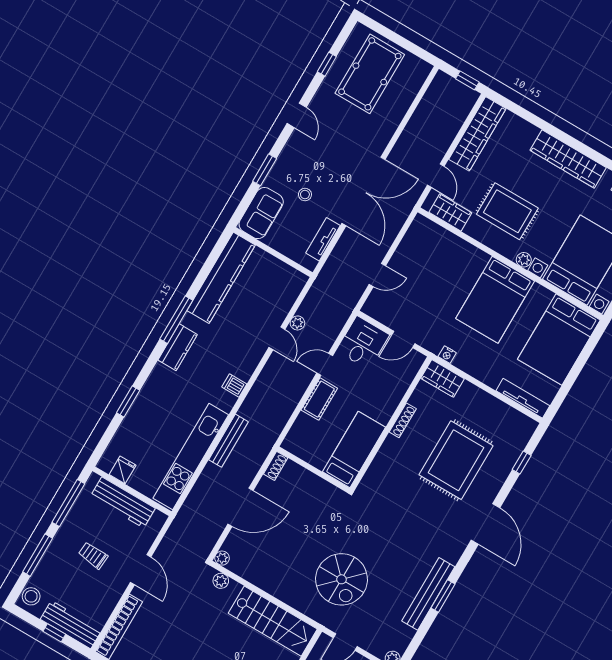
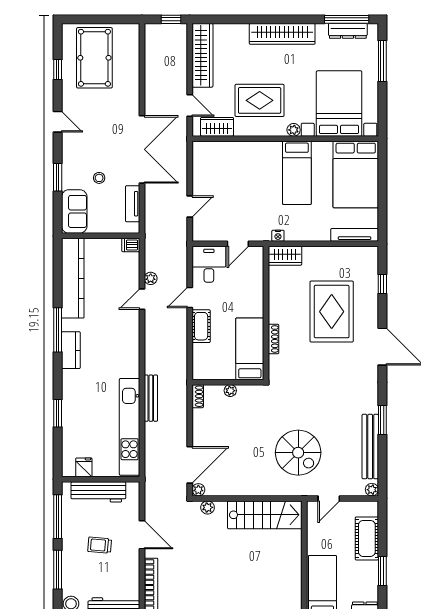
bed: (495, 300) -> (297, 173), width x0.67
door: (277, 338) -> (142, 299), swing flipped
dishwasher: (234, 386) -> (131, 245), moved
shoe rack: (403, 420) -> (274, 339), moved
plant: (311, 479) -> (230, 391), added
door: (241, 507) -> (190, 465), moved
bench: (428, 594) -> (370, 447), moved

